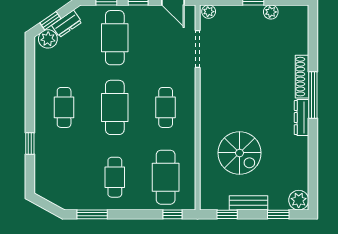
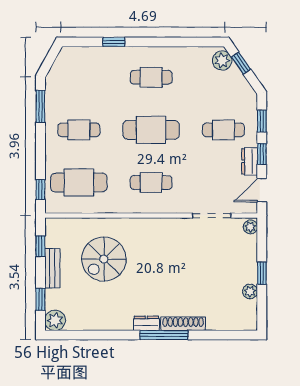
dresser: (67, 24) -> (250, 161), moved, turned 35
cafe table: (115, 38) -> (223, 130), width x0.73, depth x0.74
dresser: (302, 118) -> (146, 323), width x0.70

